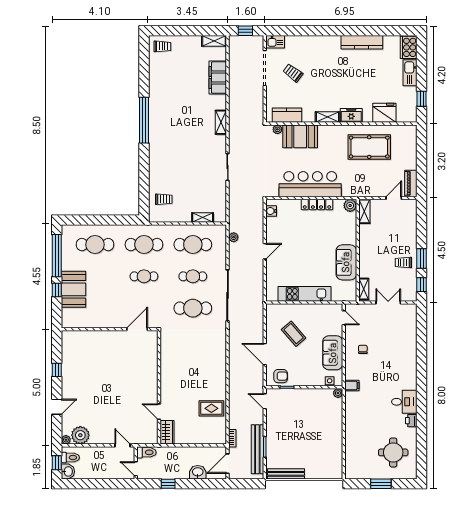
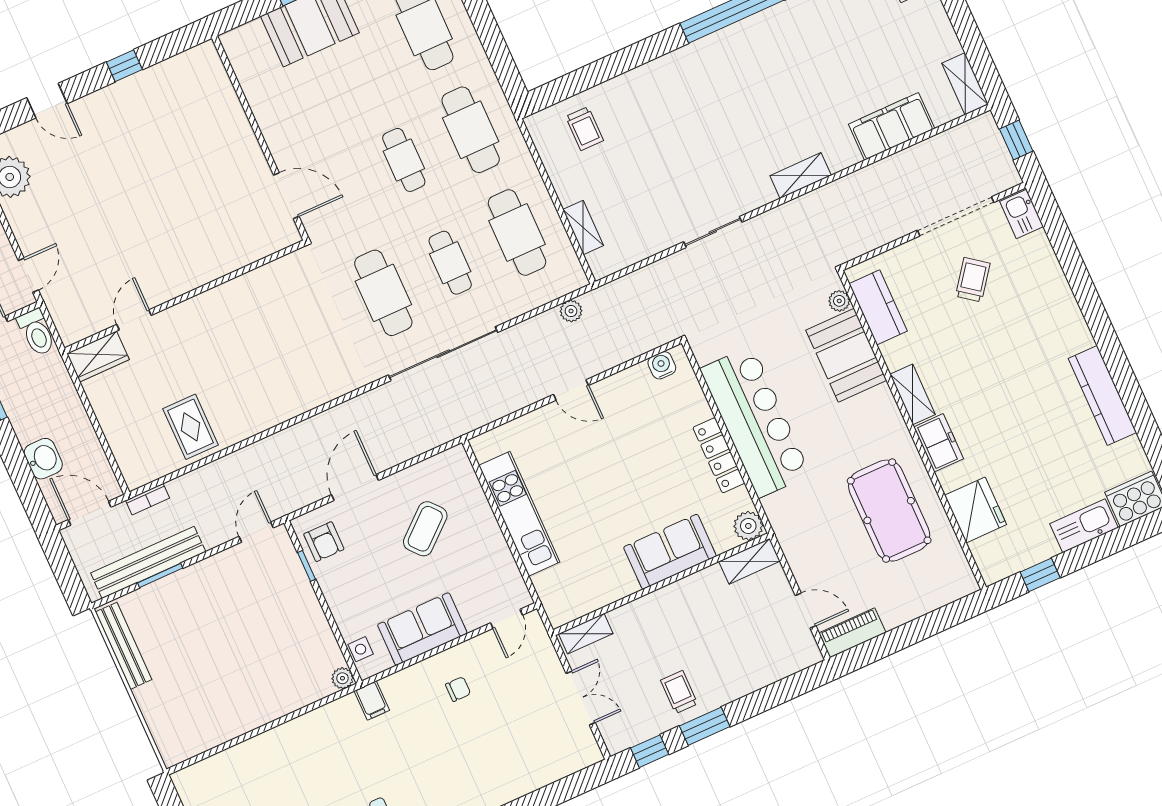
sofa: (346, 262) -> (670, 552), moved

